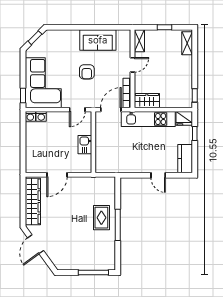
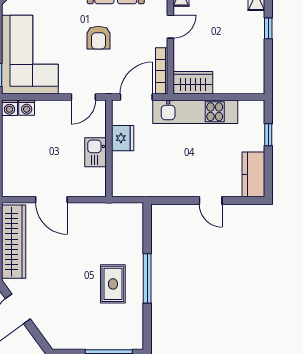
window: (195, 95) -> (268, 28), moved
fridge: (184, 118) -> (123, 138), moved, turned -90
door: (57, 175) -> (51, 200), hinge flipped
rug: (101, 218) -> (113, 284), moved

